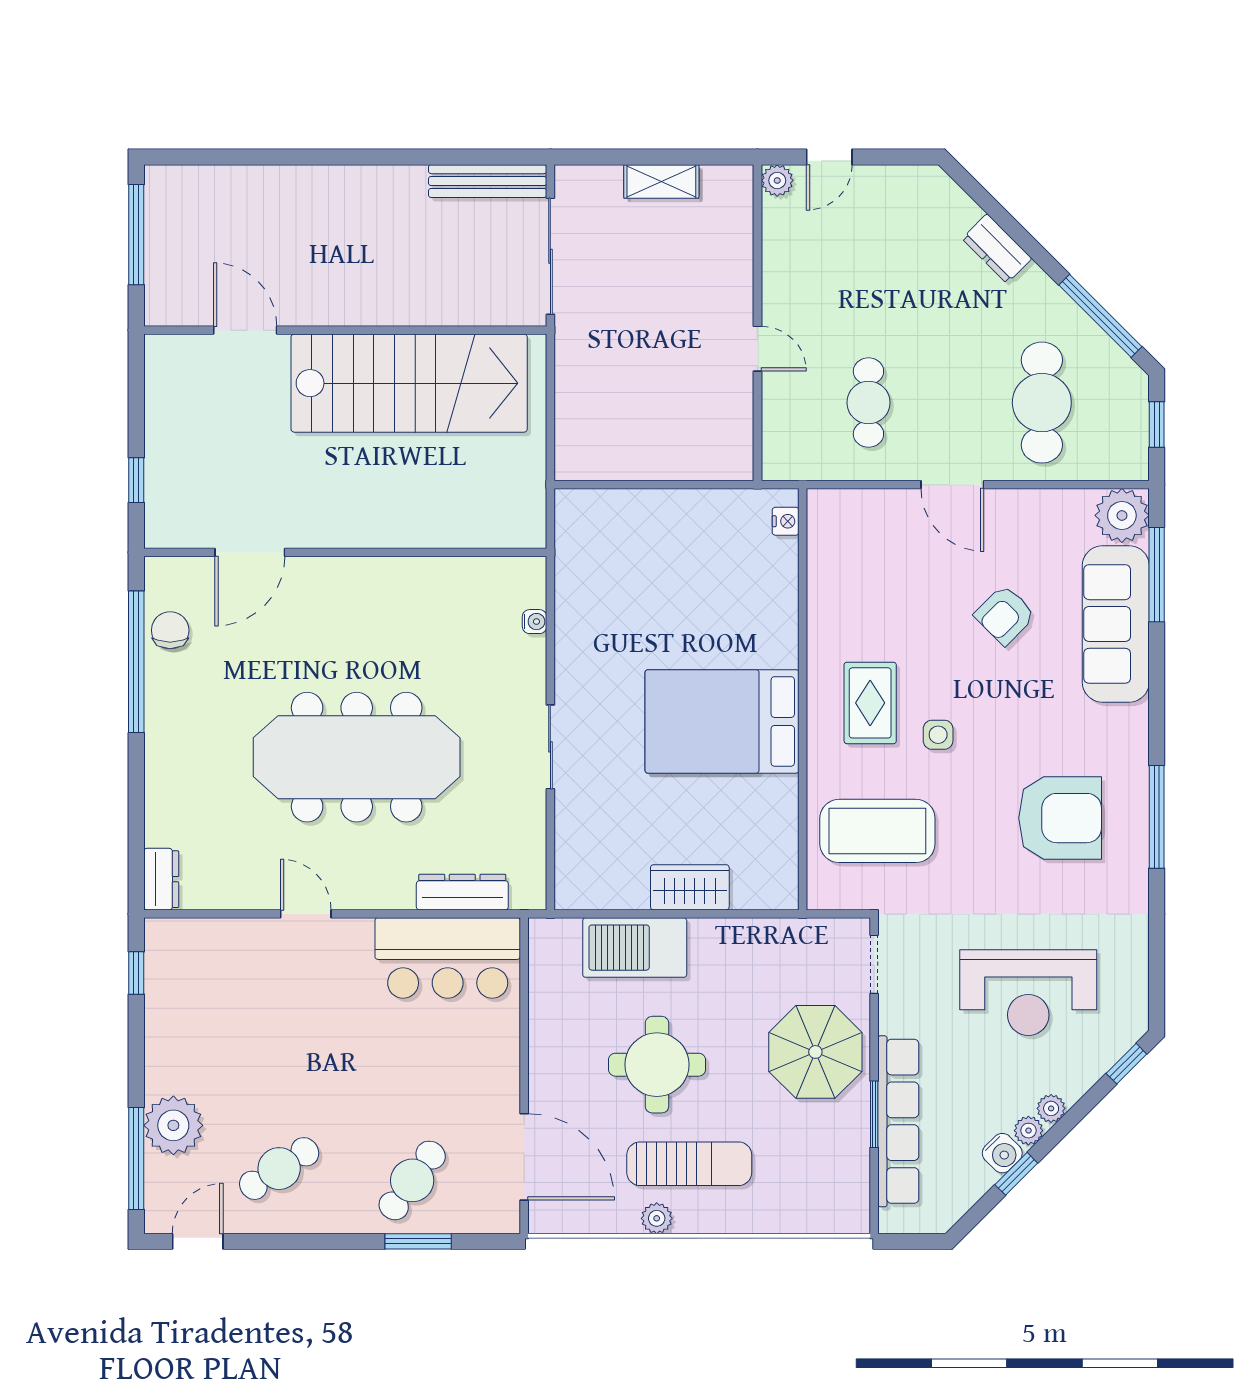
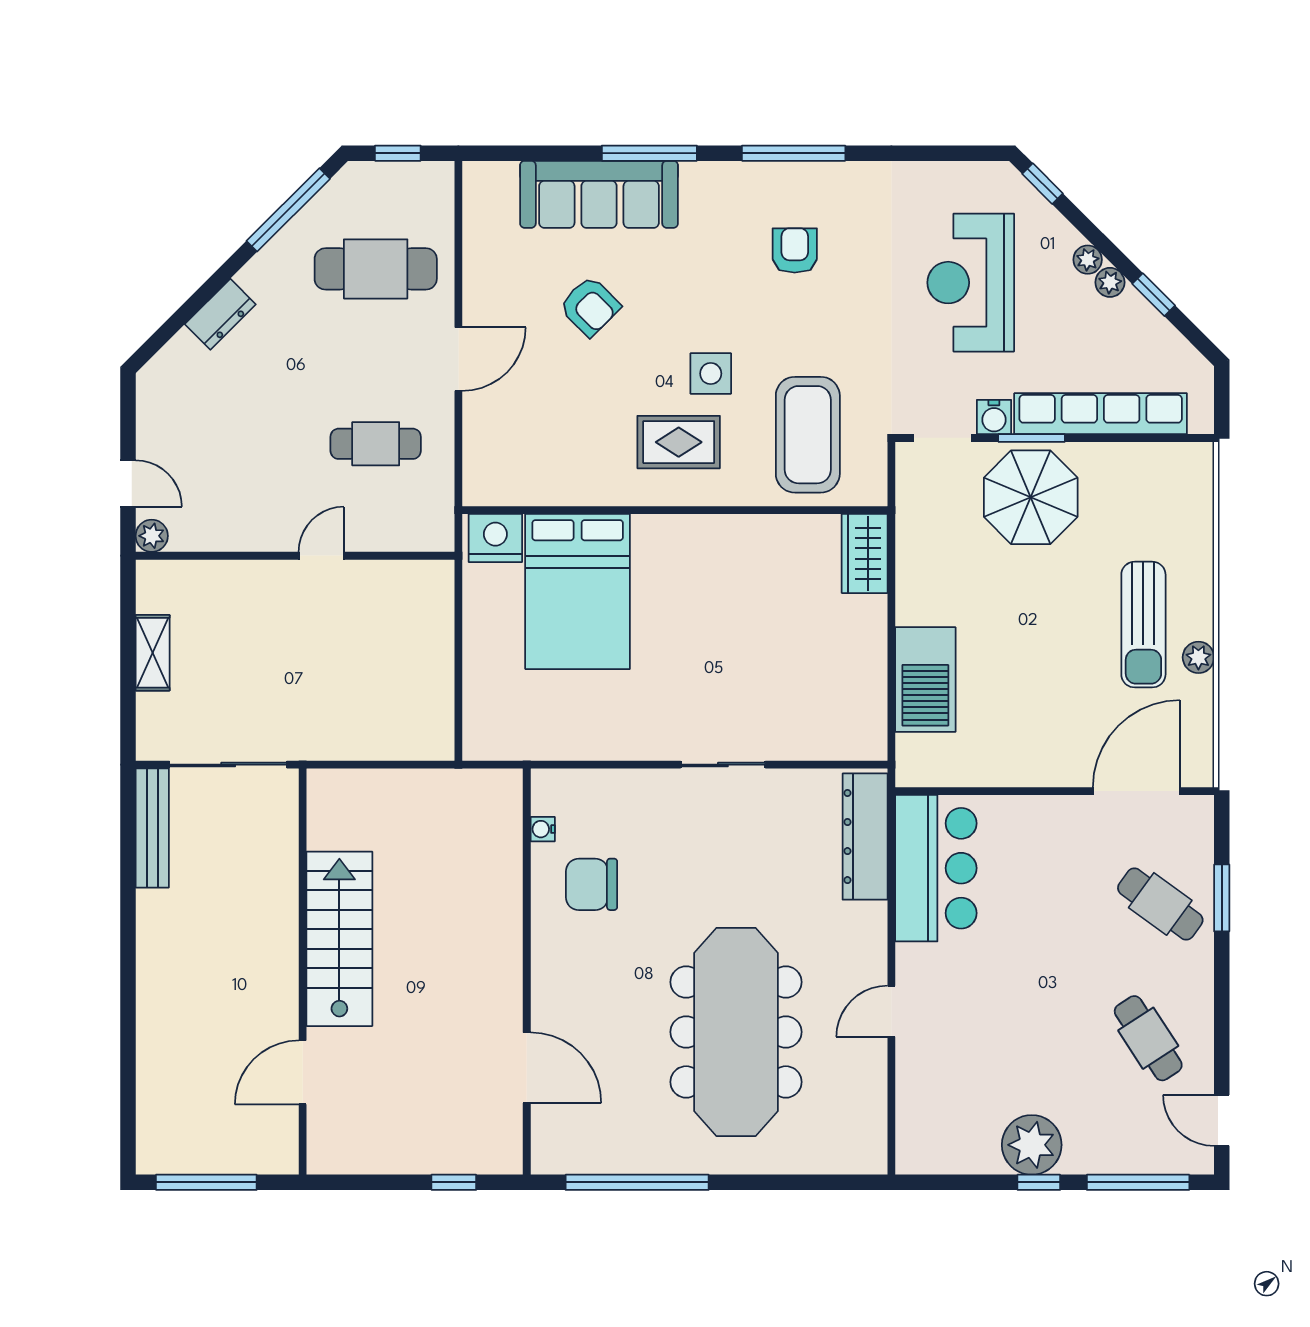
stairs: (409, 383) -> (339, 939), width x0.73, depth x0.66
plant: (1122, 515) -> (490, 188), removed
nightstand: (786, 521) -> (495, 538), width x1.89, depth x1.79
window: (1157, 575) -> (649, 153), moved
water cooler: (535, 622) -> (543, 829), moved, turned -90
chair: (170, 630) -> (592, 884), moved, width x1.37, depth x1.37
bed: (722, 721) -> (578, 591), moved
side table: (938, 735) -> (711, 374), width x1.37, depth x1.37
meeting table: (357, 757) -> (736, 1032), moved
armchair: (1060, 818) -> (795, 251), width x0.53, depth x0.53
dresser: (161, 879) -> (856, 1157), removed
wardrobe: (690, 887) -> (865, 553), moved
dresser: (462, 892) -> (865, 837), width x1.37, depth x1.24
window: (136, 973) -> (1039, 1182), moved
reception desk: (1028, 993) -> (971, 283), turned 180
round table: (657, 1065) -> (1043, 657), removed
window: (874, 1114) -> (1032, 438), moved
plant: (173, 1125) -> (1032, 1145), moved
water cooler: (1002, 1153) -> (994, 417), moved, turned 135
sun lounger: (689, 1164) -> (1143, 625), turned 180

